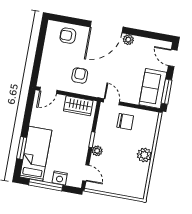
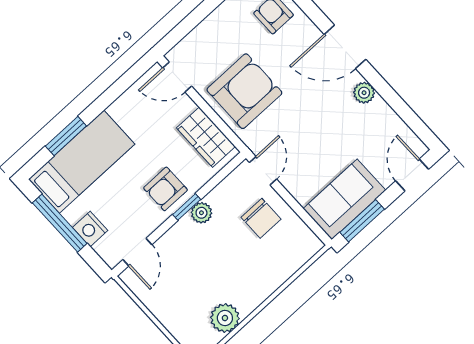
door: (107, 27) -> (345, 47), width x0.73
armchair: (80, 76) -> (244, 91), width x1.88, depth x1.88
armchair: (78, 139) -> (165, 189), added
plant: (97, 151) -> (201, 213), moved
plant: (144, 155) -> (225, 318), moved

